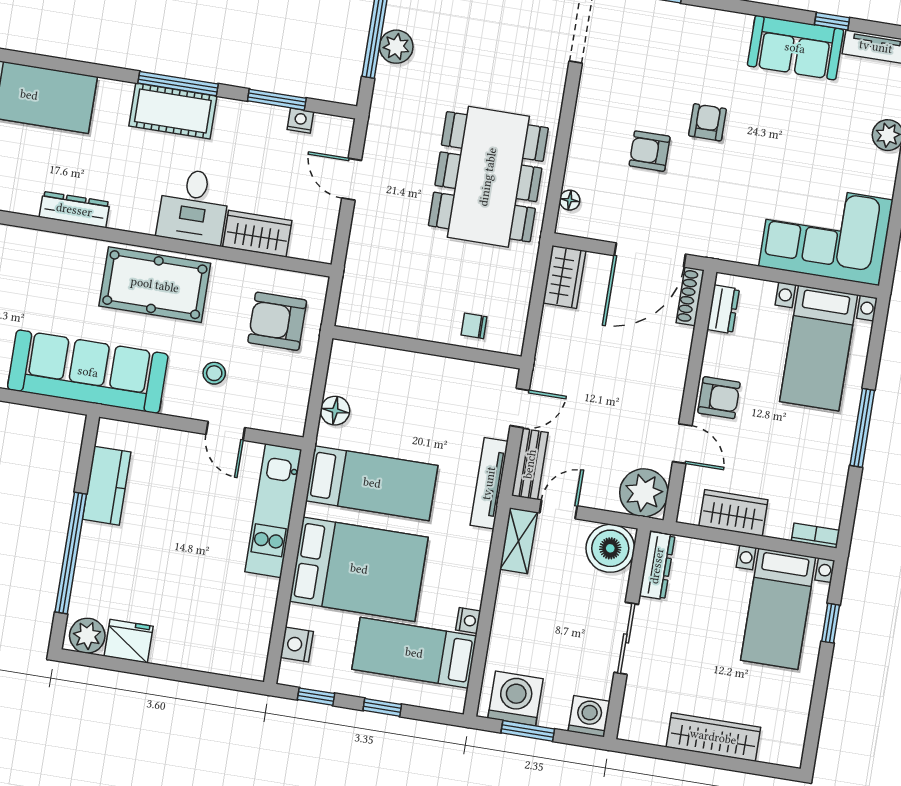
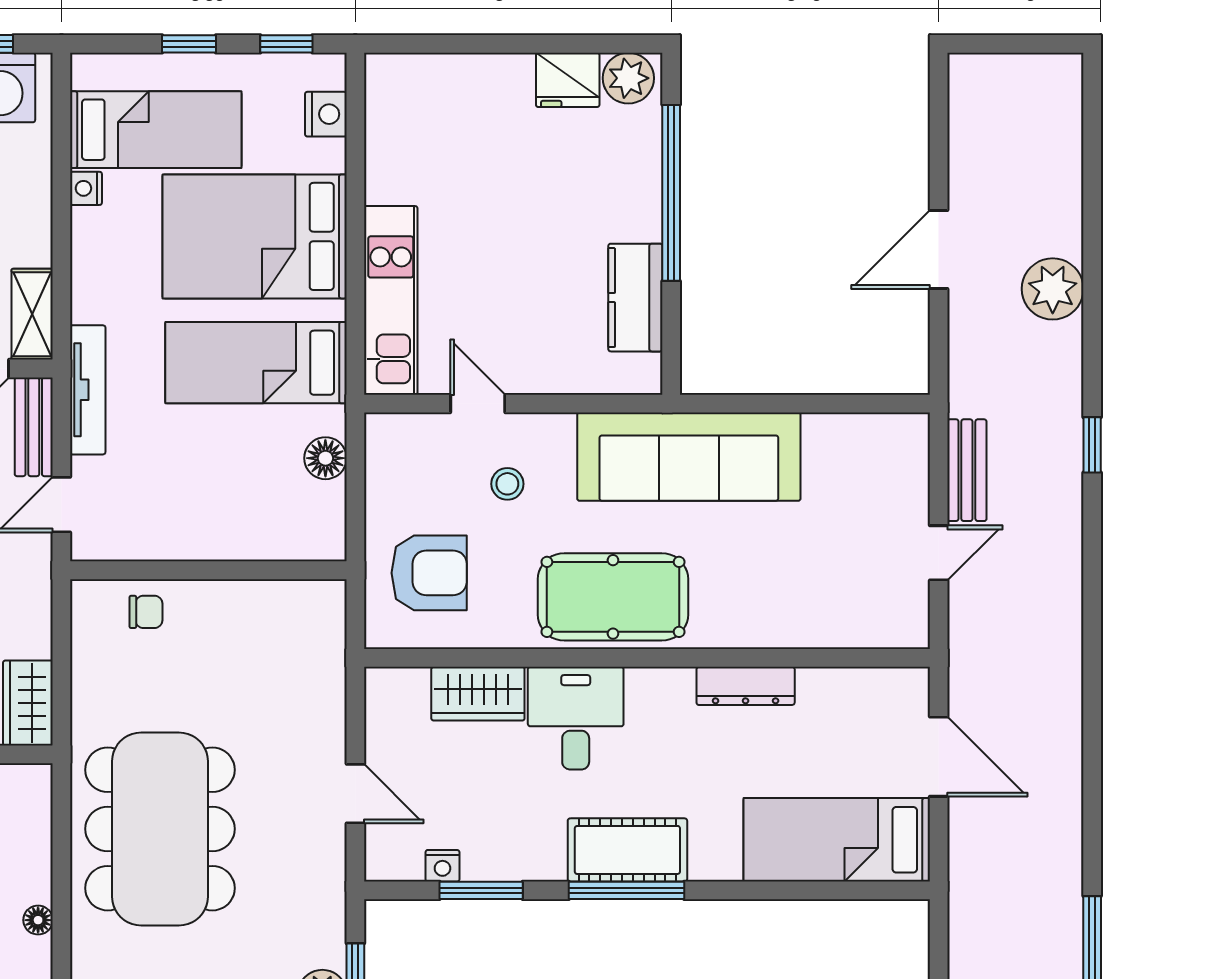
floor lamp: (570, 200) -> (38, 920), moved

